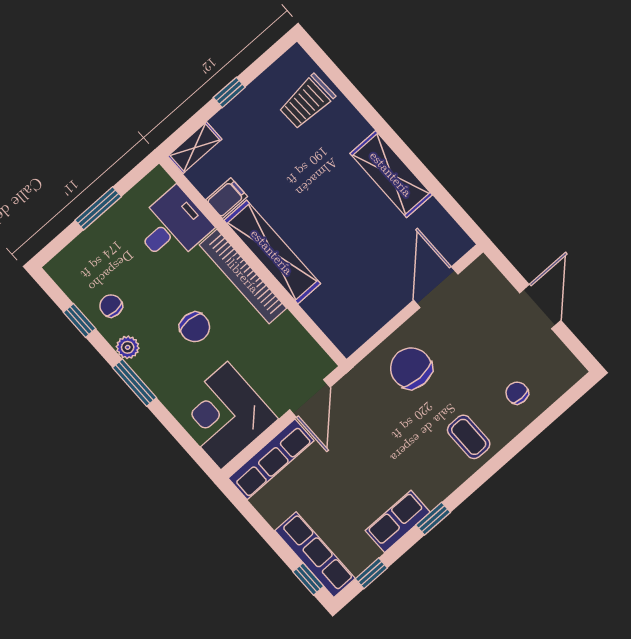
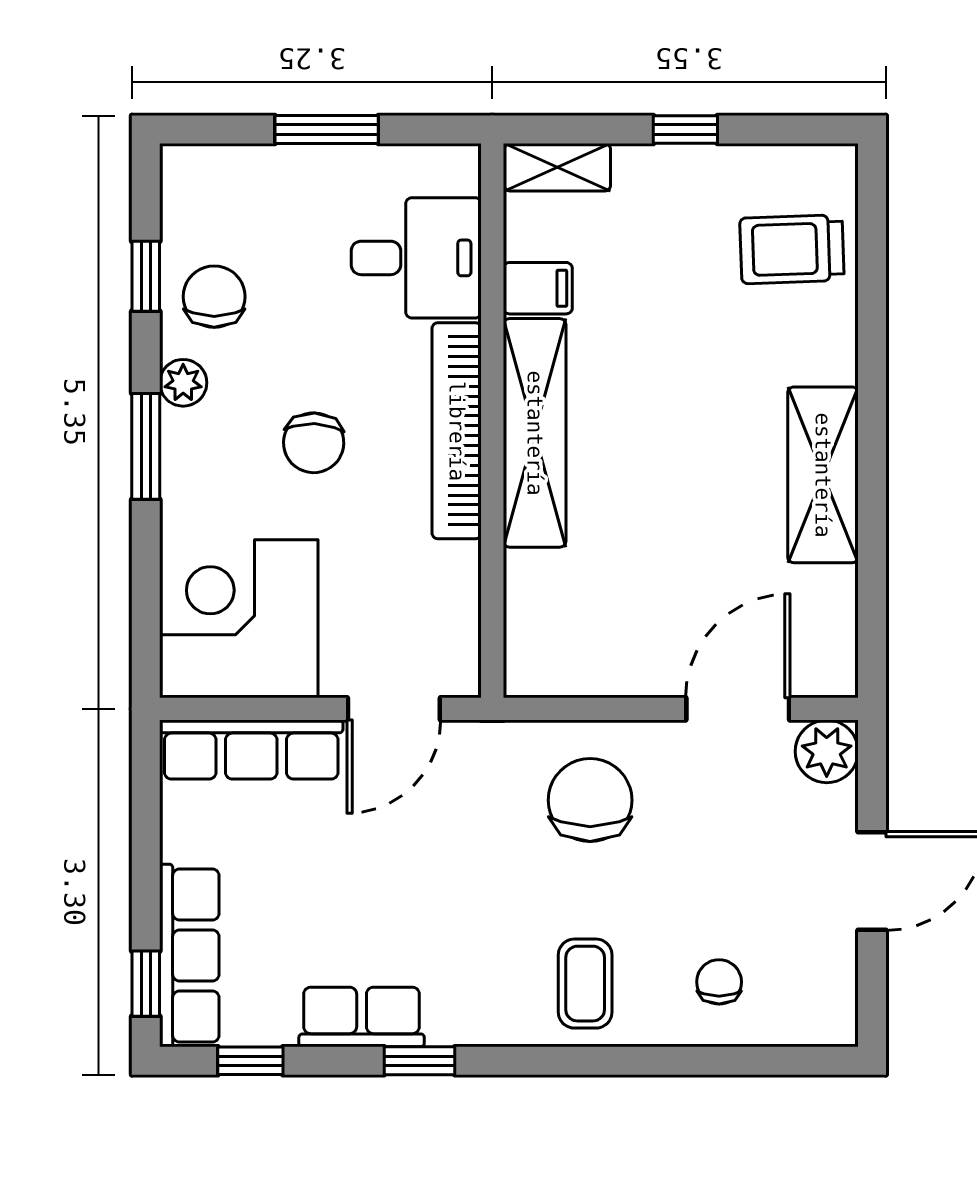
plant: (482, 274) -> (827, 751), added
chair: (111, 306) -> (214, 297), width x1.37, depth x1.37

